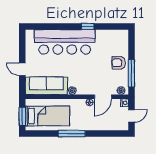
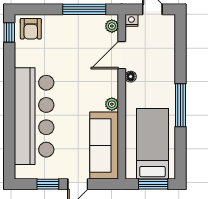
window: (88, 26) -> (9, 32), moved
window: (22, 51) -> (48, 184), added
armchair: (119, 63) -> (31, 29), moved
door: (103, 97) -> (122, 55), swing flipped

